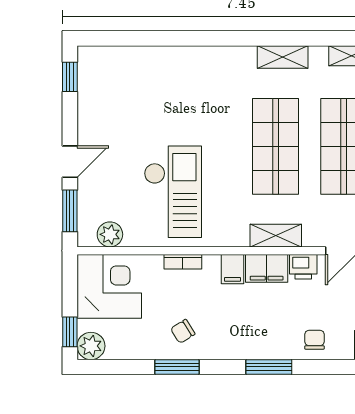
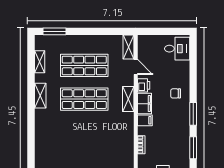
checkout: (173, 192) -> (107, 150), removed
chair: (183, 331) -> (176, 145), removed
chair: (315, 340) -> (176, 93), moved
window: (269, 367) -> (193, 114), moved

